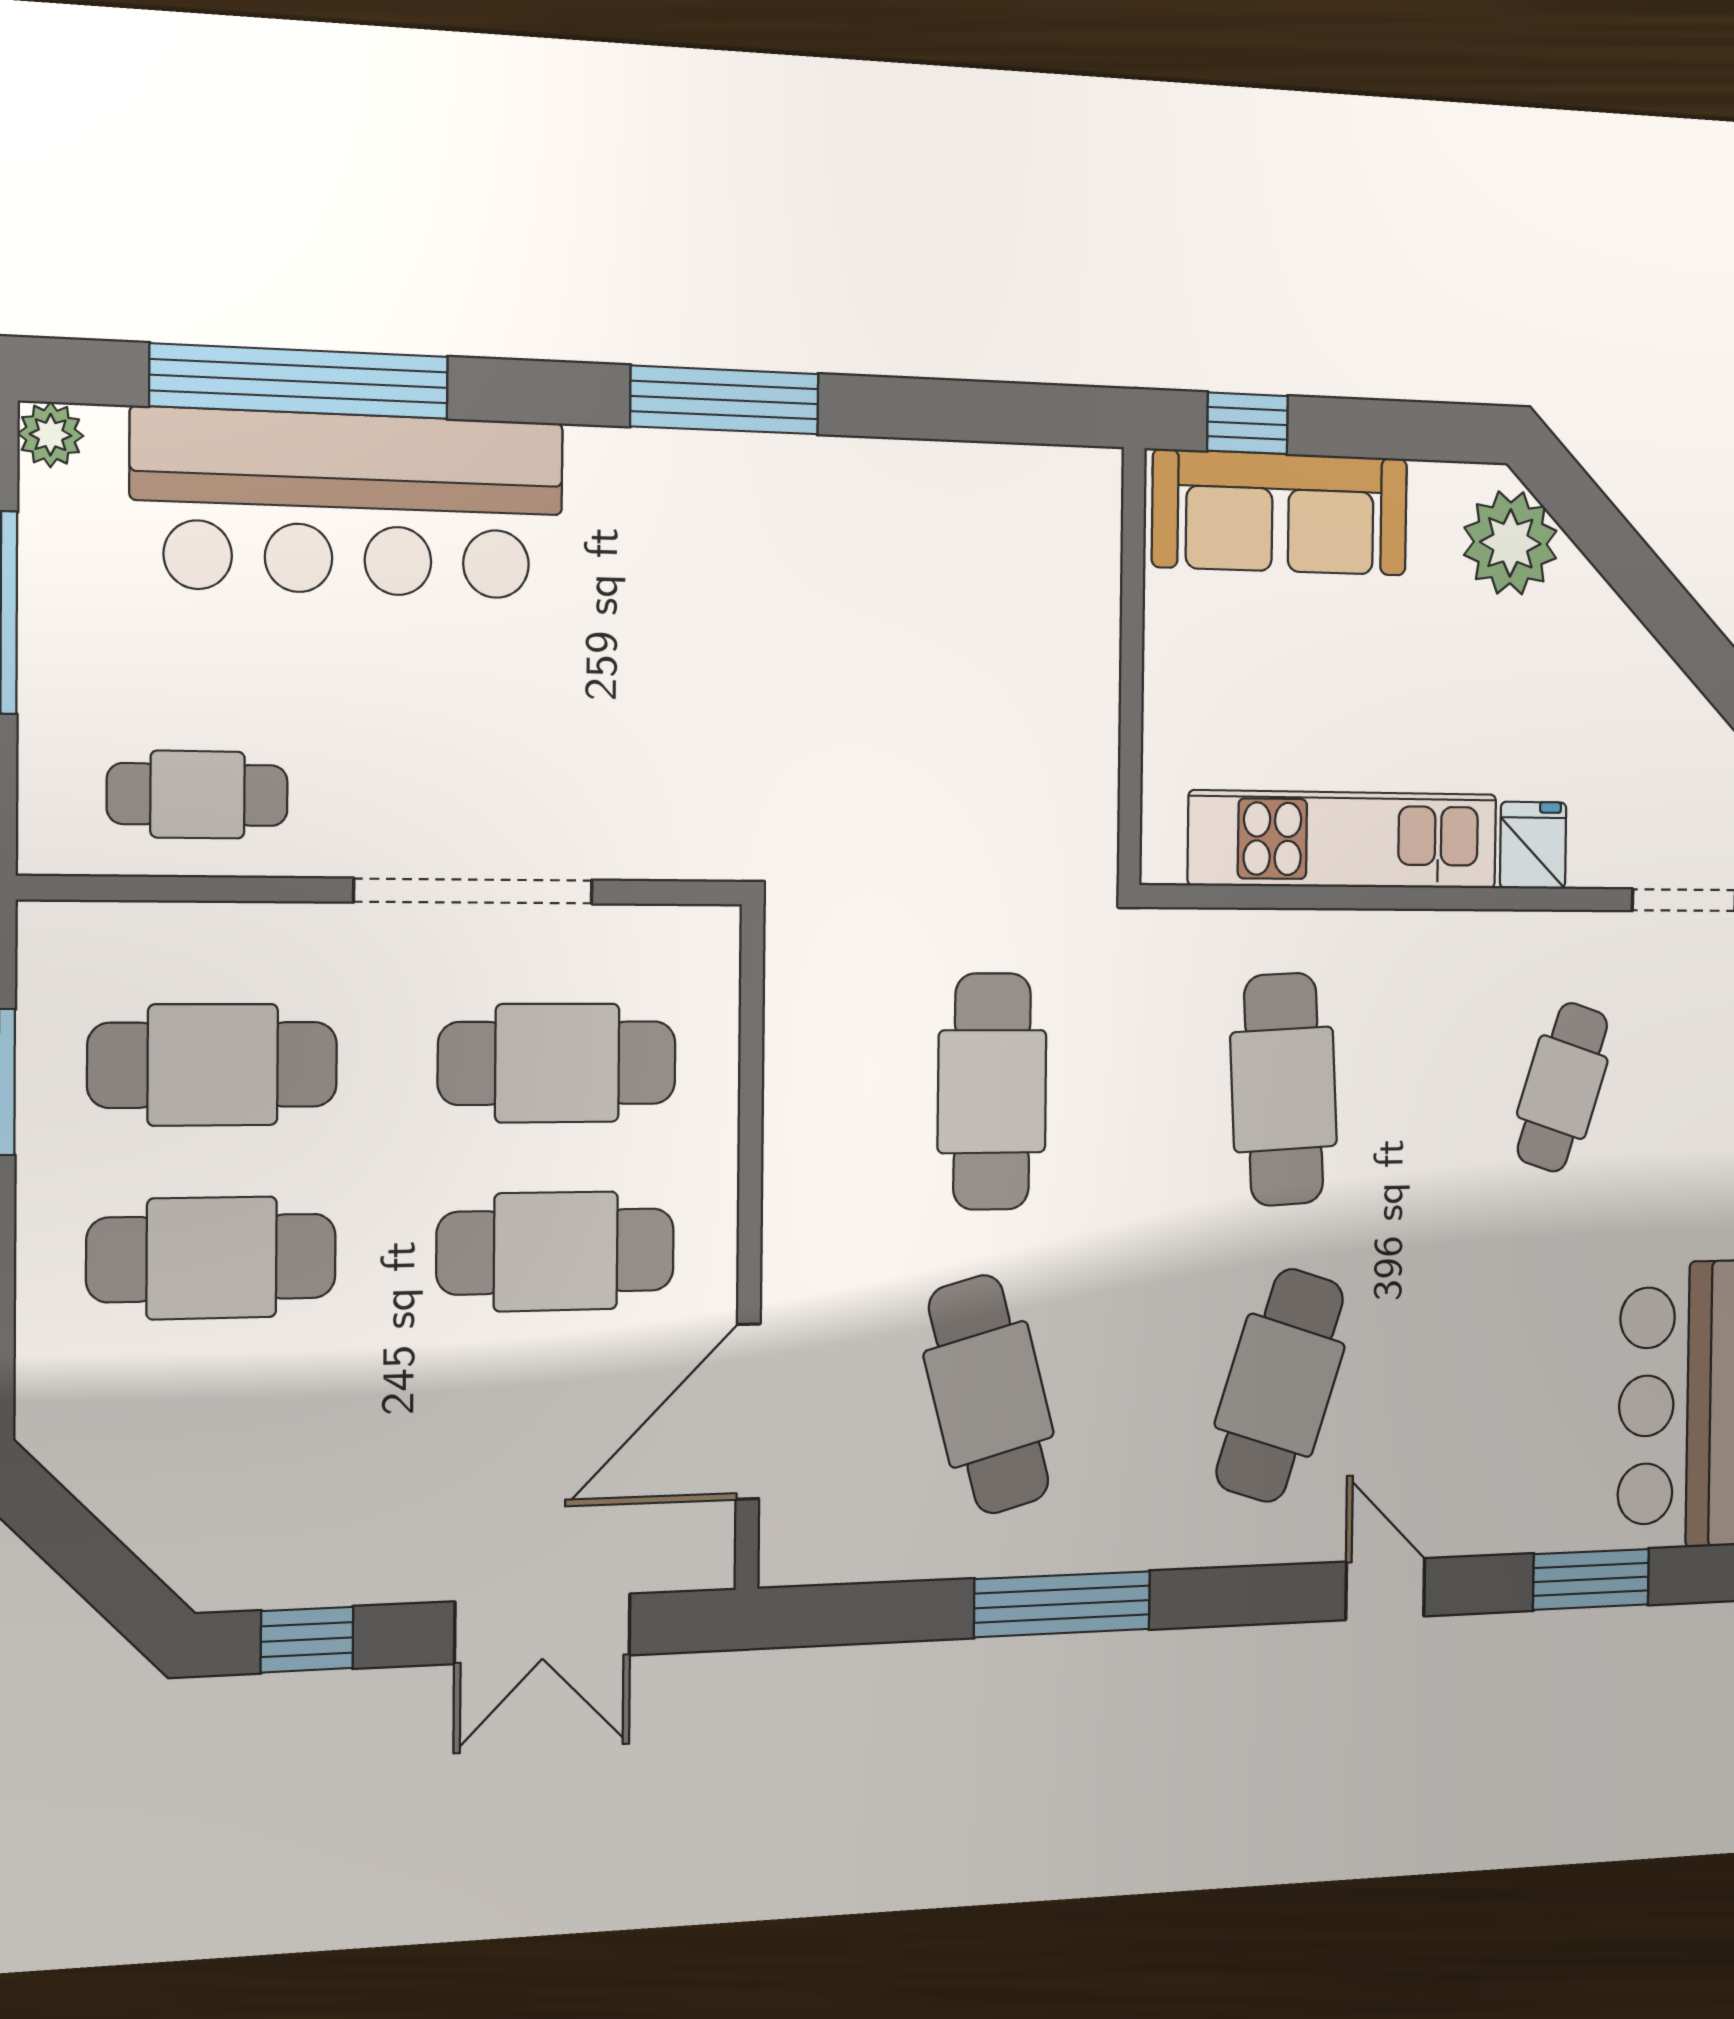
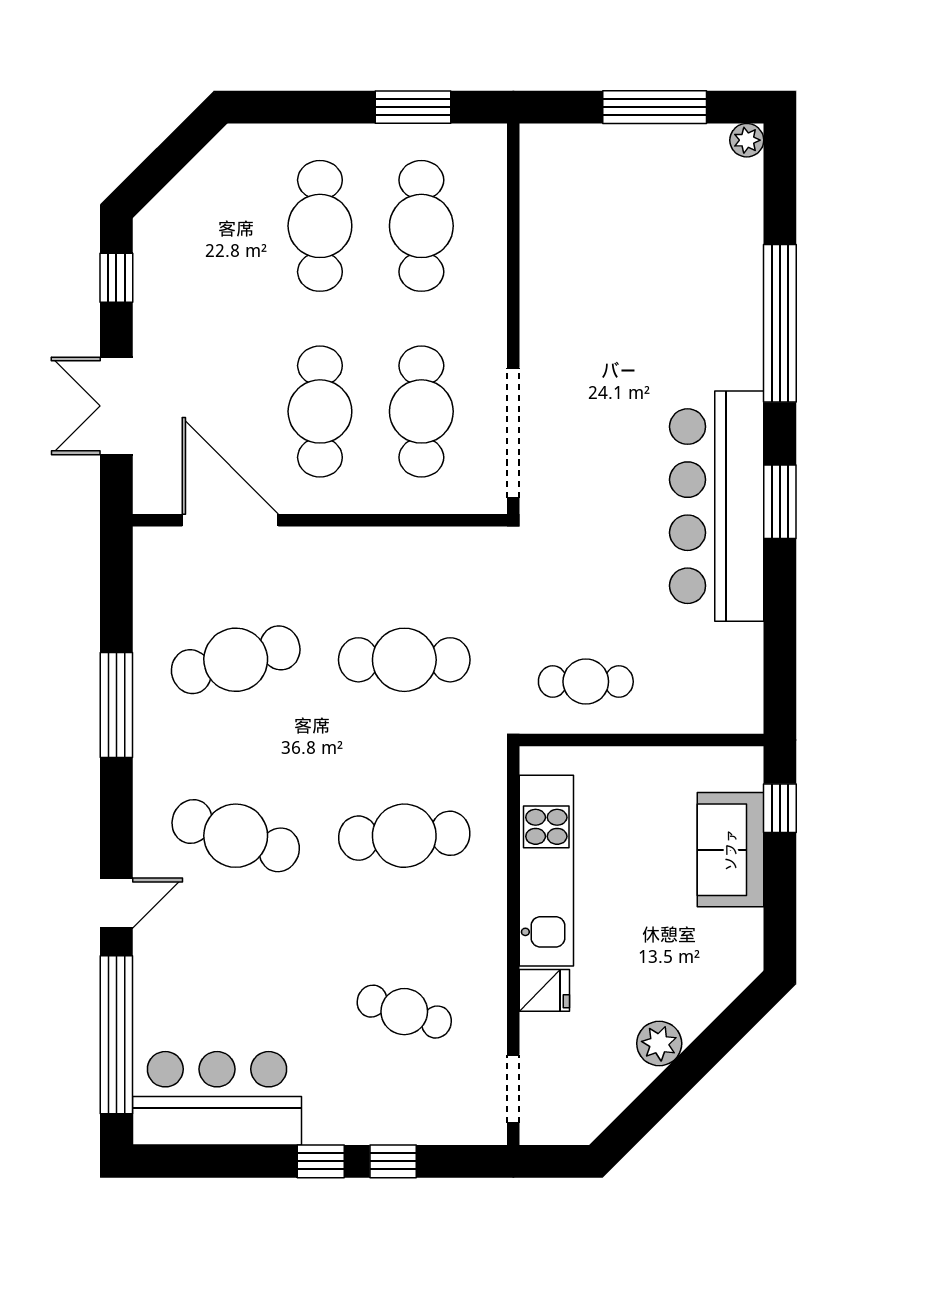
window: (300, 381) -> (780, 323), moved
window: (725, 400) -> (780, 502), width x0.69
bar counter: (349, 504) -> (717, 506), moved
sofa: (1280, 513) -> (731, 850), width x0.73
plant: (1510, 543) -> (659, 1043), moved, width x0.73, depth x0.73
cafe table: (198, 795) -> (586, 682), moved, turned 90
doorway: (474, 891) -> (513, 433), moved
window: (1591, 1579) -> (116, 1035), width x2.11

